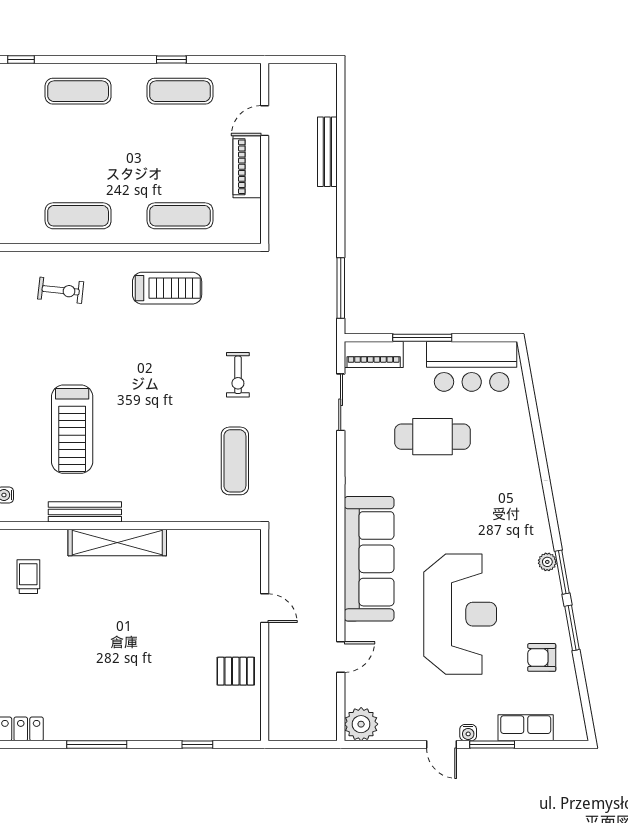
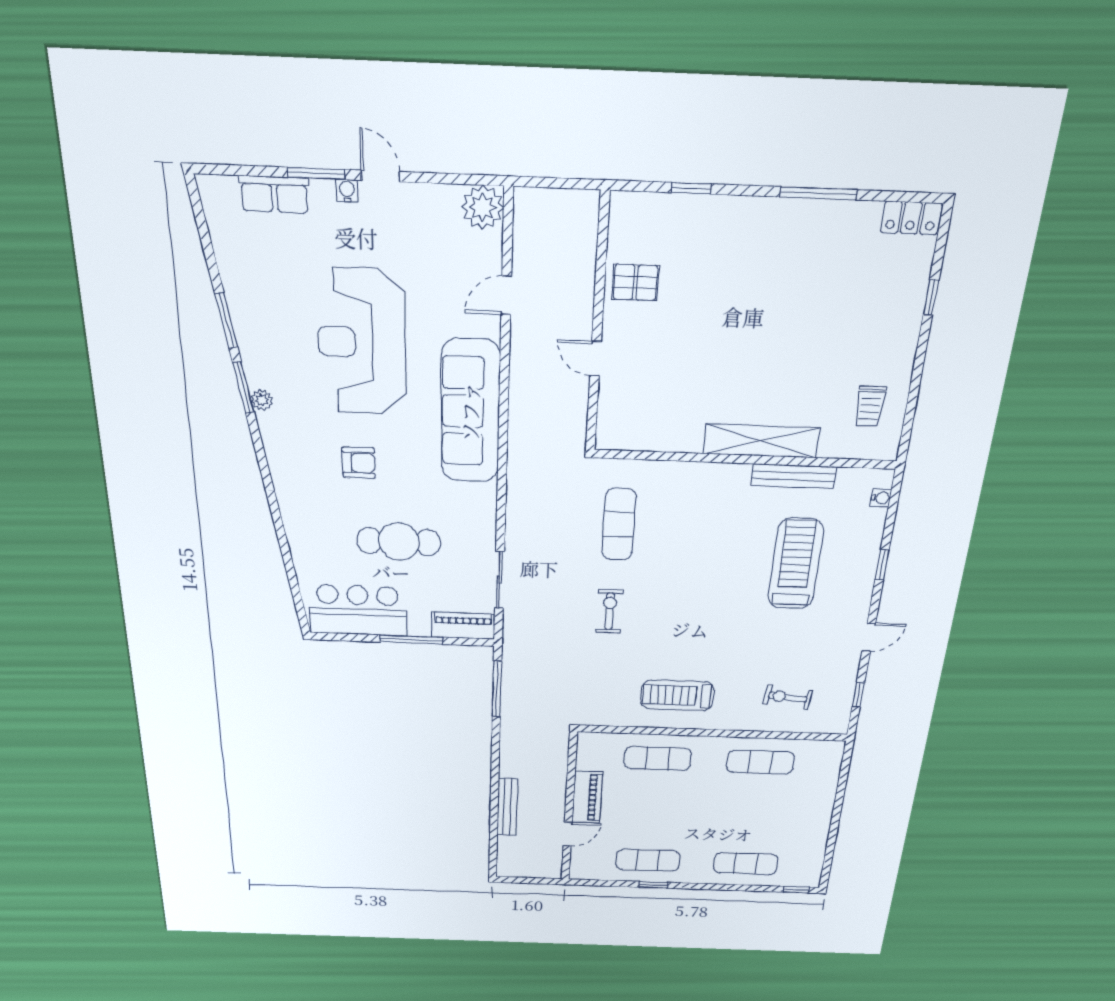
armchair: (542, 657) -> (359, 463), moved

